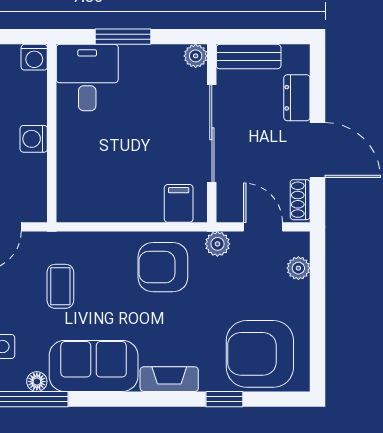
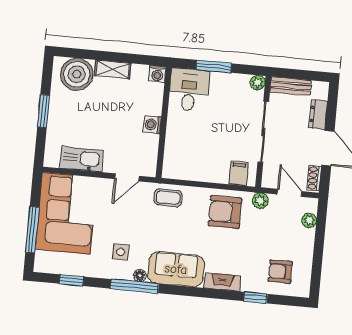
coffee table: (60, 286) -> (168, 198), moved, turned 90
armchair: (260, 354) -> (280, 272), width x0.53, depth x0.53

